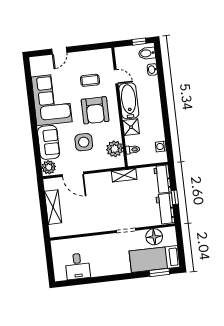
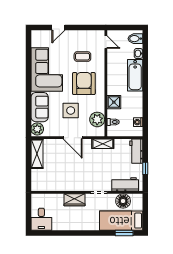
window: (139, 42) -> (130, 27), removed
door: (116, 77) -> (106, 42), moved
bathtub: (129, 101) -> (135, 75), moved, turned 180
armchair: (95, 110) -> (84, 84), turned 180
door: (73, 174) -> (73, 138), moved
shelving: (53, 207) -> (37, 154), moved
workbench: (165, 209) -> (125, 184), moved, turned 90
wardrobe: (100, 242) -> (75, 200), added
desk: (78, 266) -> (41, 219), moved

